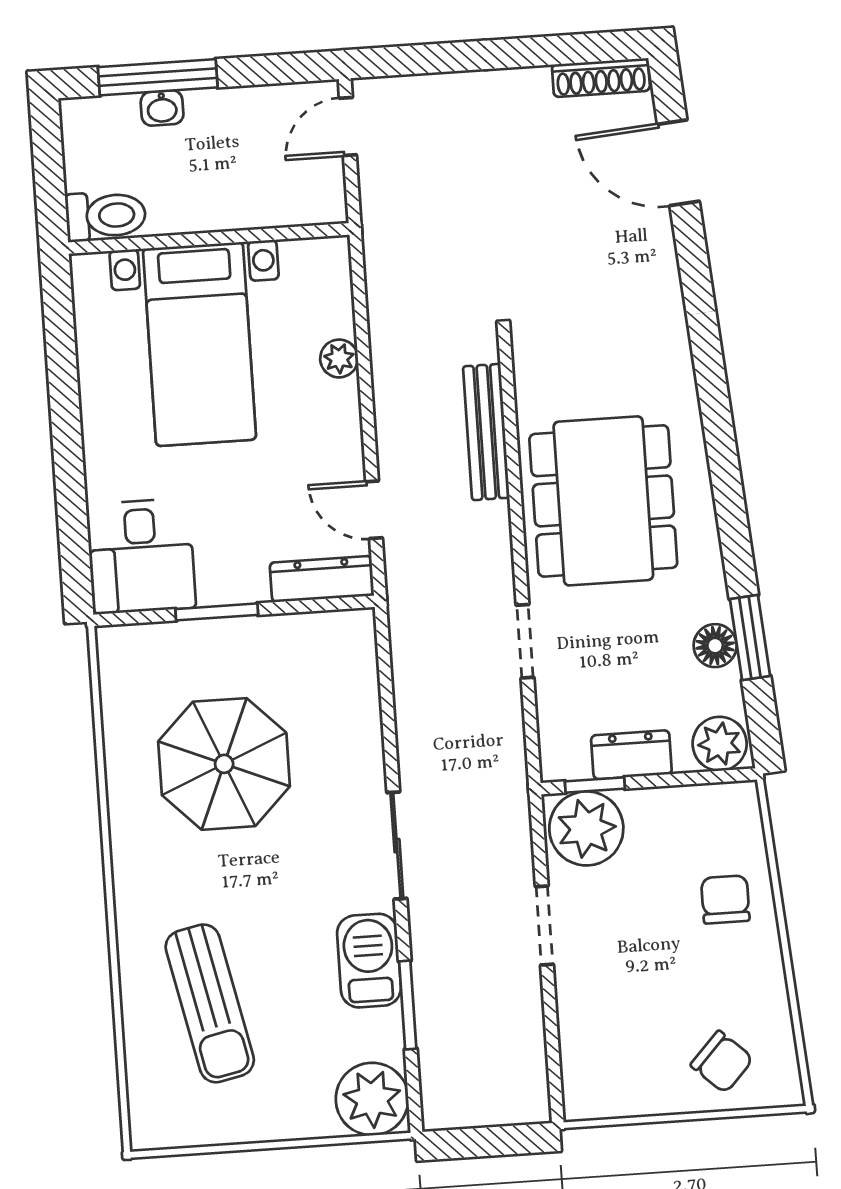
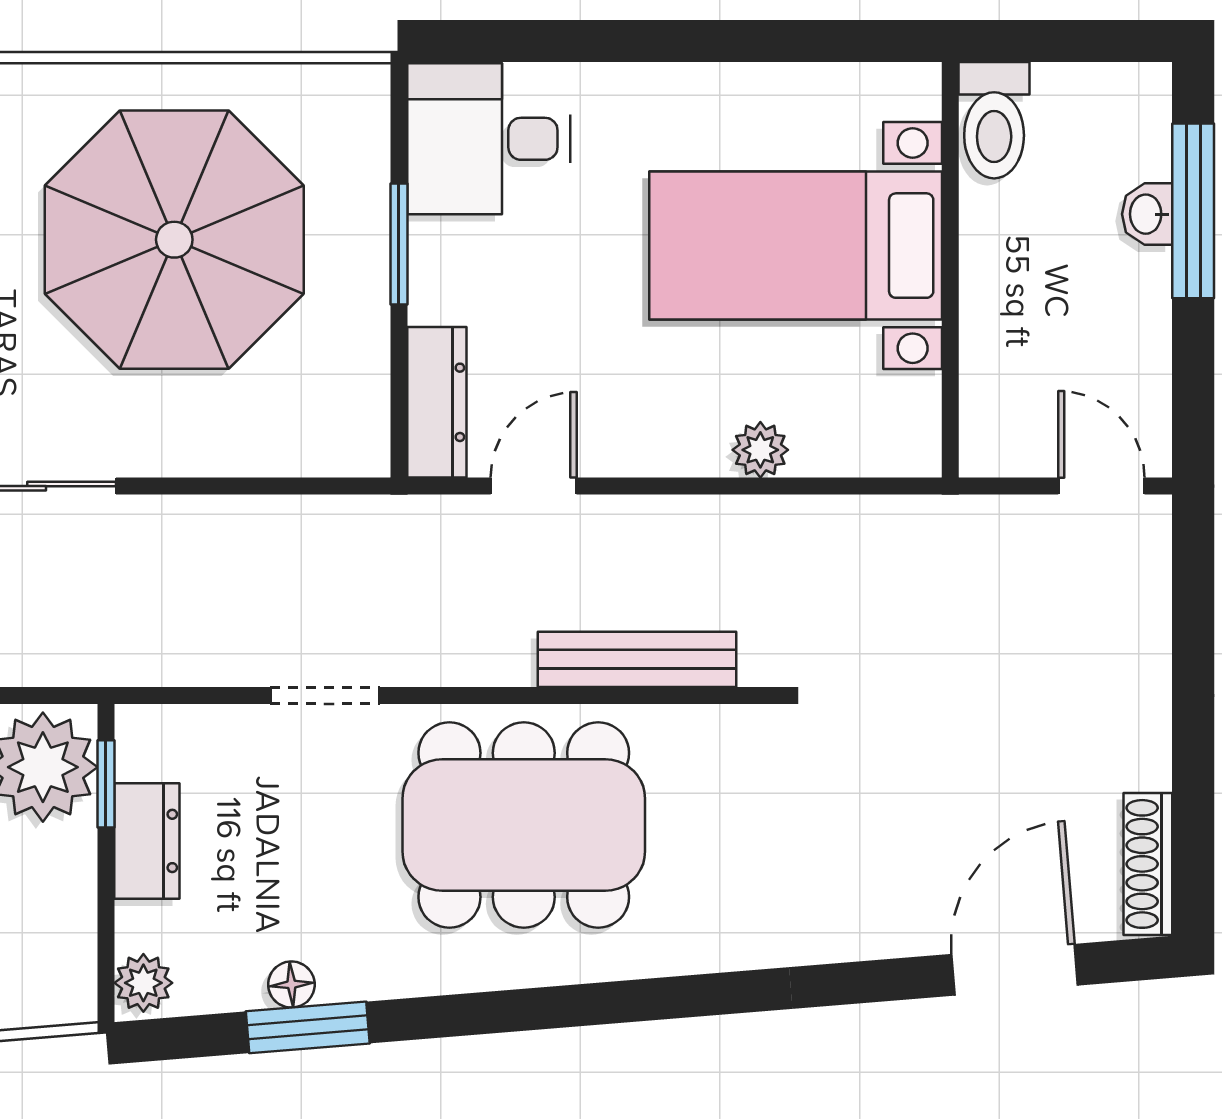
floor lamp: (715, 646) -> (291, 984), width x0.73, depth x0.73
plant: (720, 744) -> (143, 983), width x0.73, depth x0.73
parasol: (224, 764) -> (174, 240), width x1.36, depth x1.36

